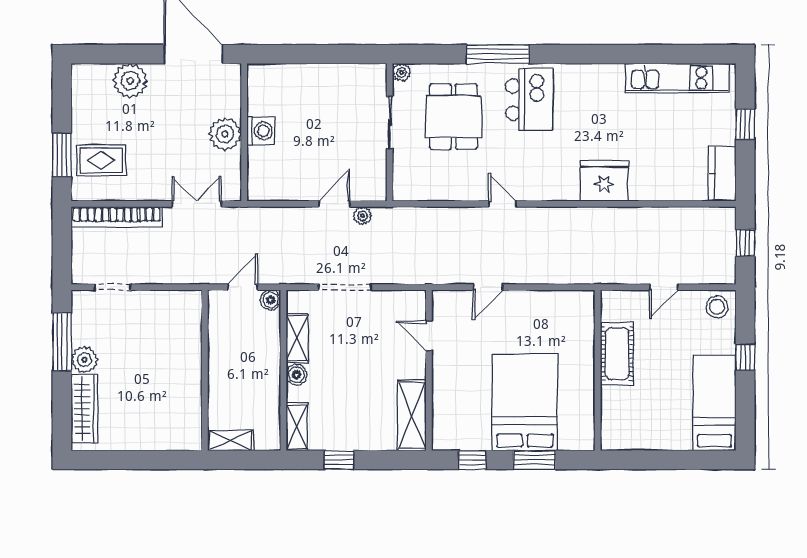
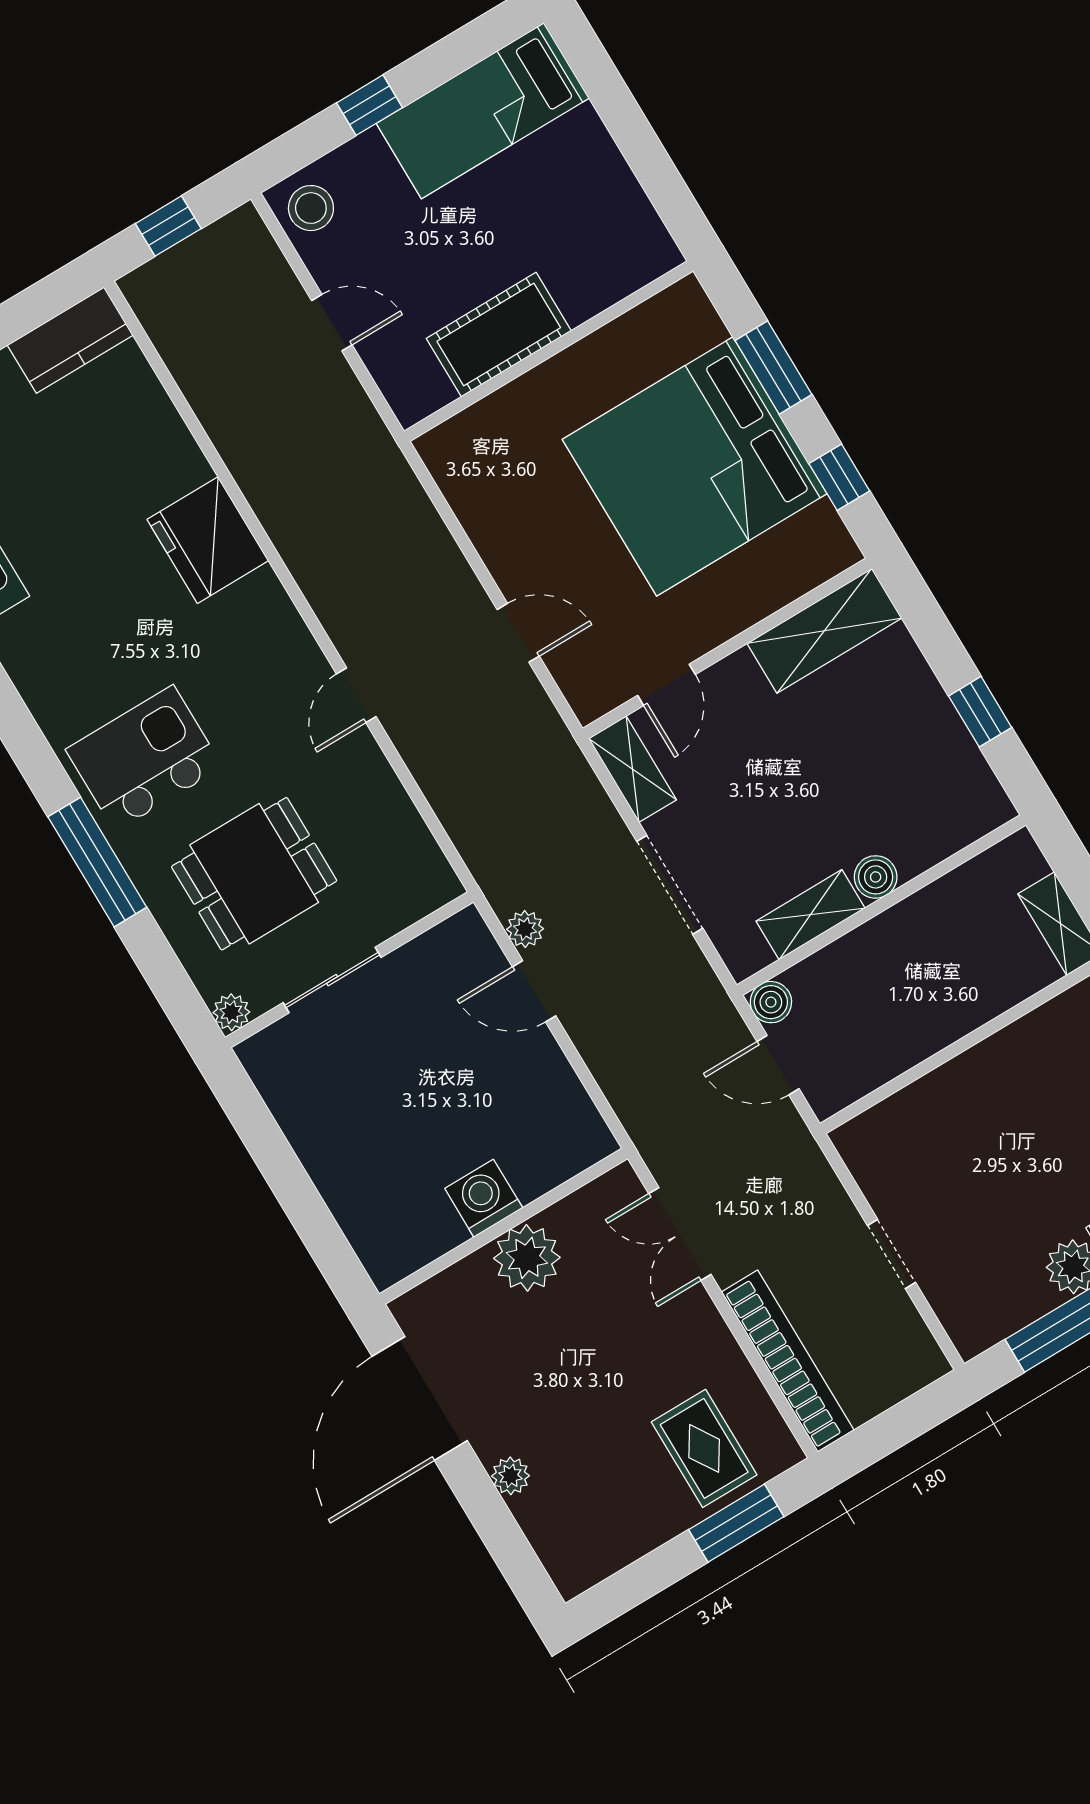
plant: (130, 81) -> (511, 1476), width x0.53, depth x0.53
doorway: (113, 287) -> (891, 1254), moved
bed: (525, 402) -> (695, 466), width x1.36
shelving: (297, 427) -> (633, 769), moved, turned 90

